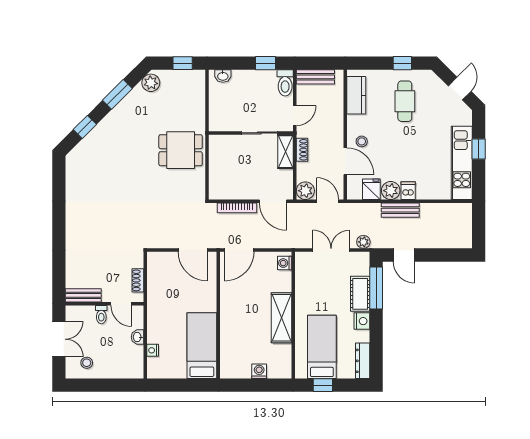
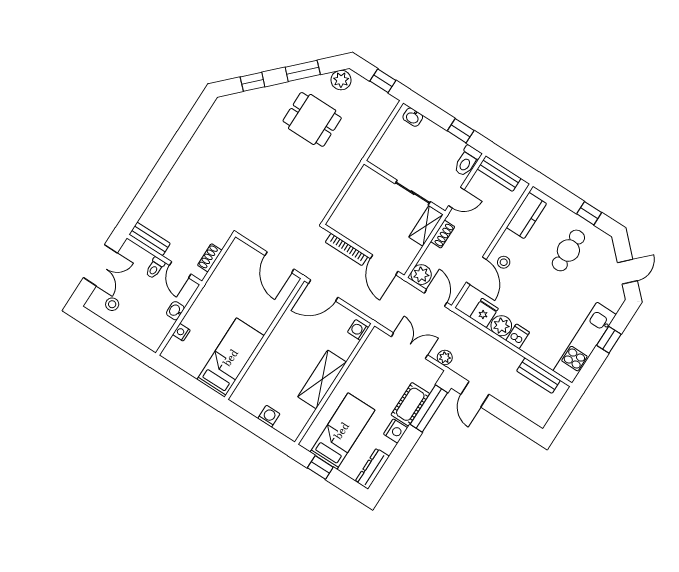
dining table: (181, 150) -> (312, 119), moved
bench: (400, 210) -> (538, 376), moved

